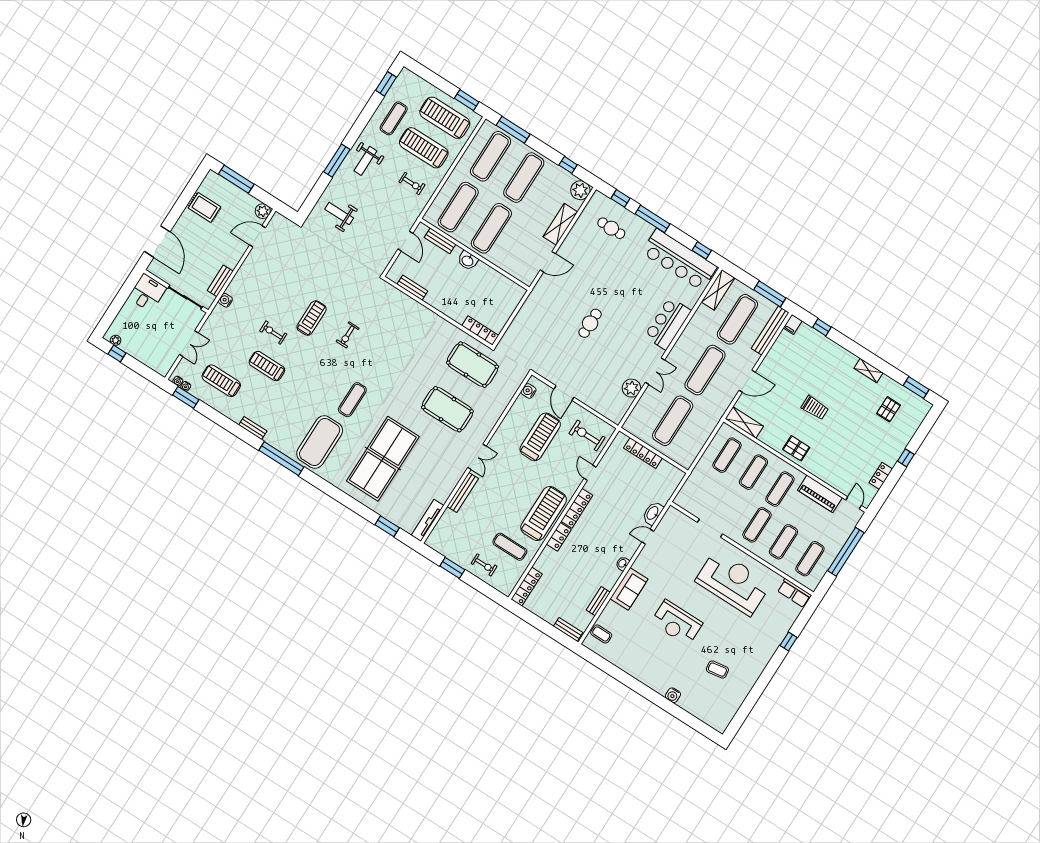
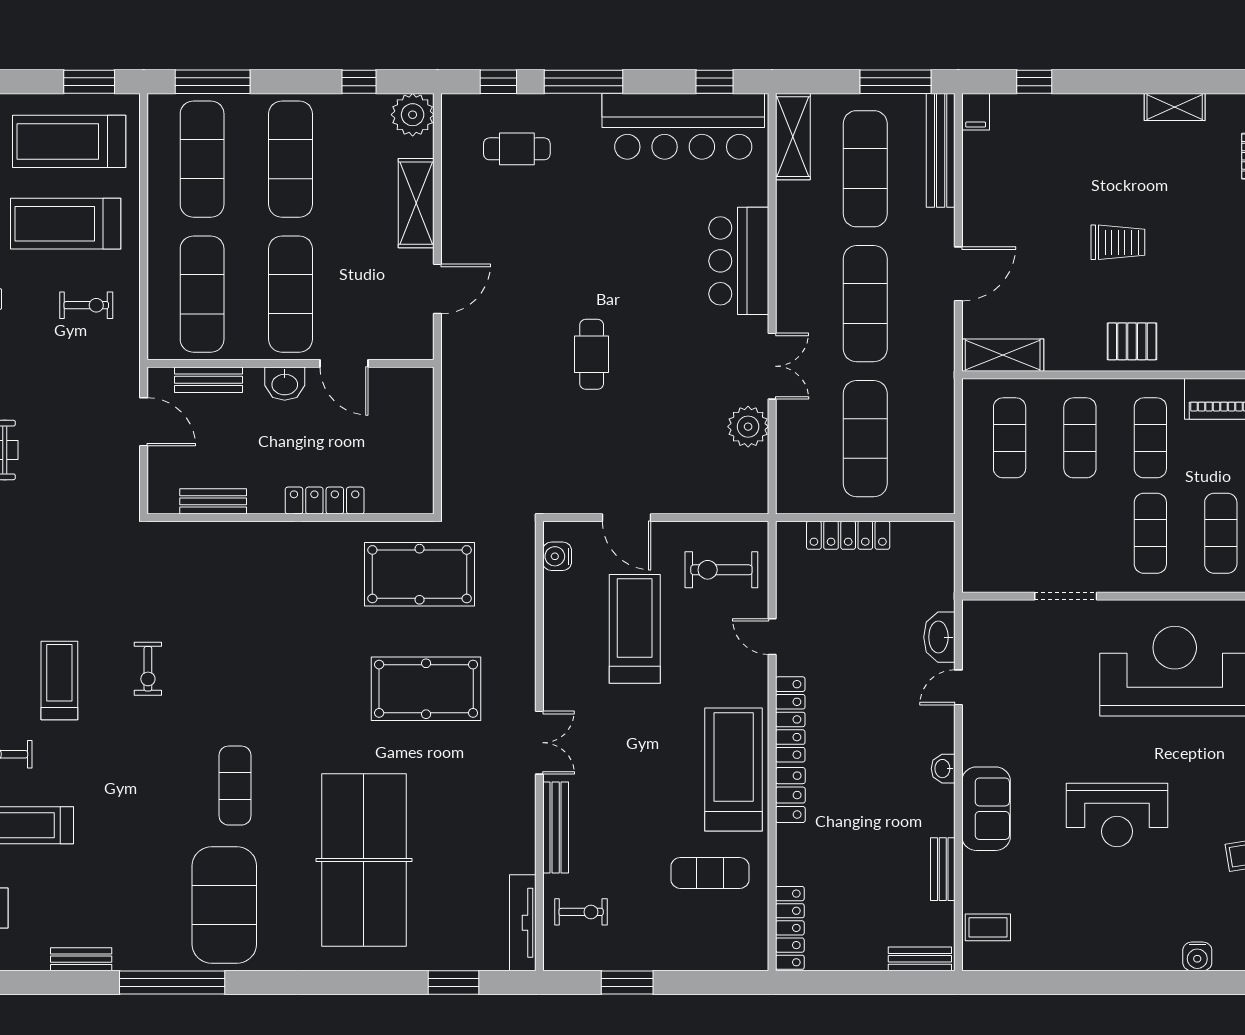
door: (495, 267) -> (344, 363), added
locker: (480, 331) -> (325, 501), moved
exercise bike: (484, 565) -> (581, 912), moved

